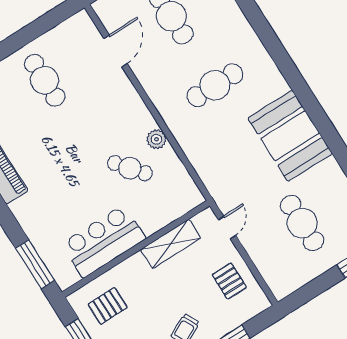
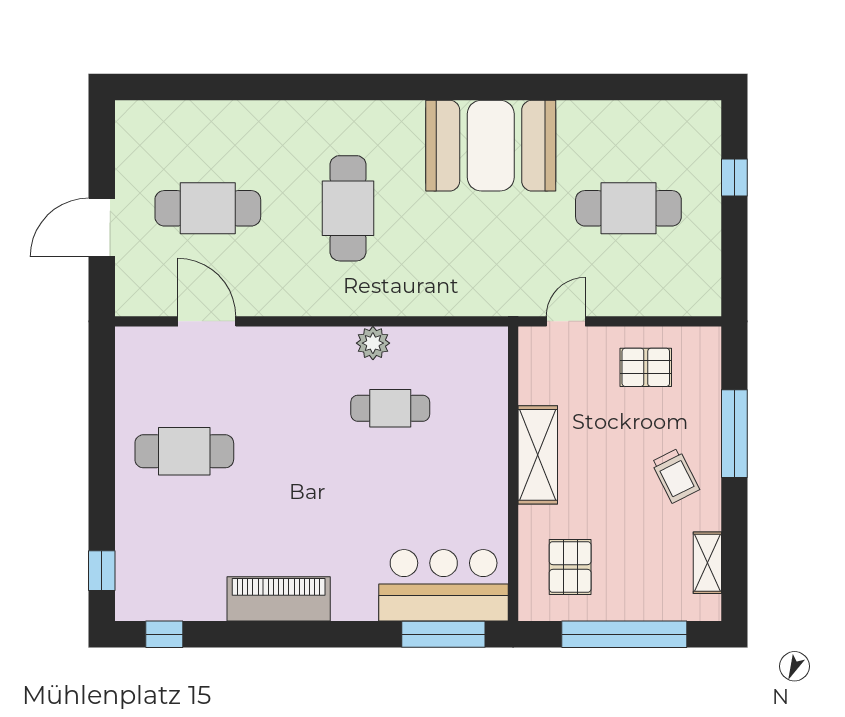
cafe table: (130, 168) -> (390, 408), turned 39
door: (227, 227) -> (566, 321), hinge flipped
bar counter: (104, 241) -> (444, 585), moved, turned 90
shelving: (171, 244) -> (538, 455), moved

